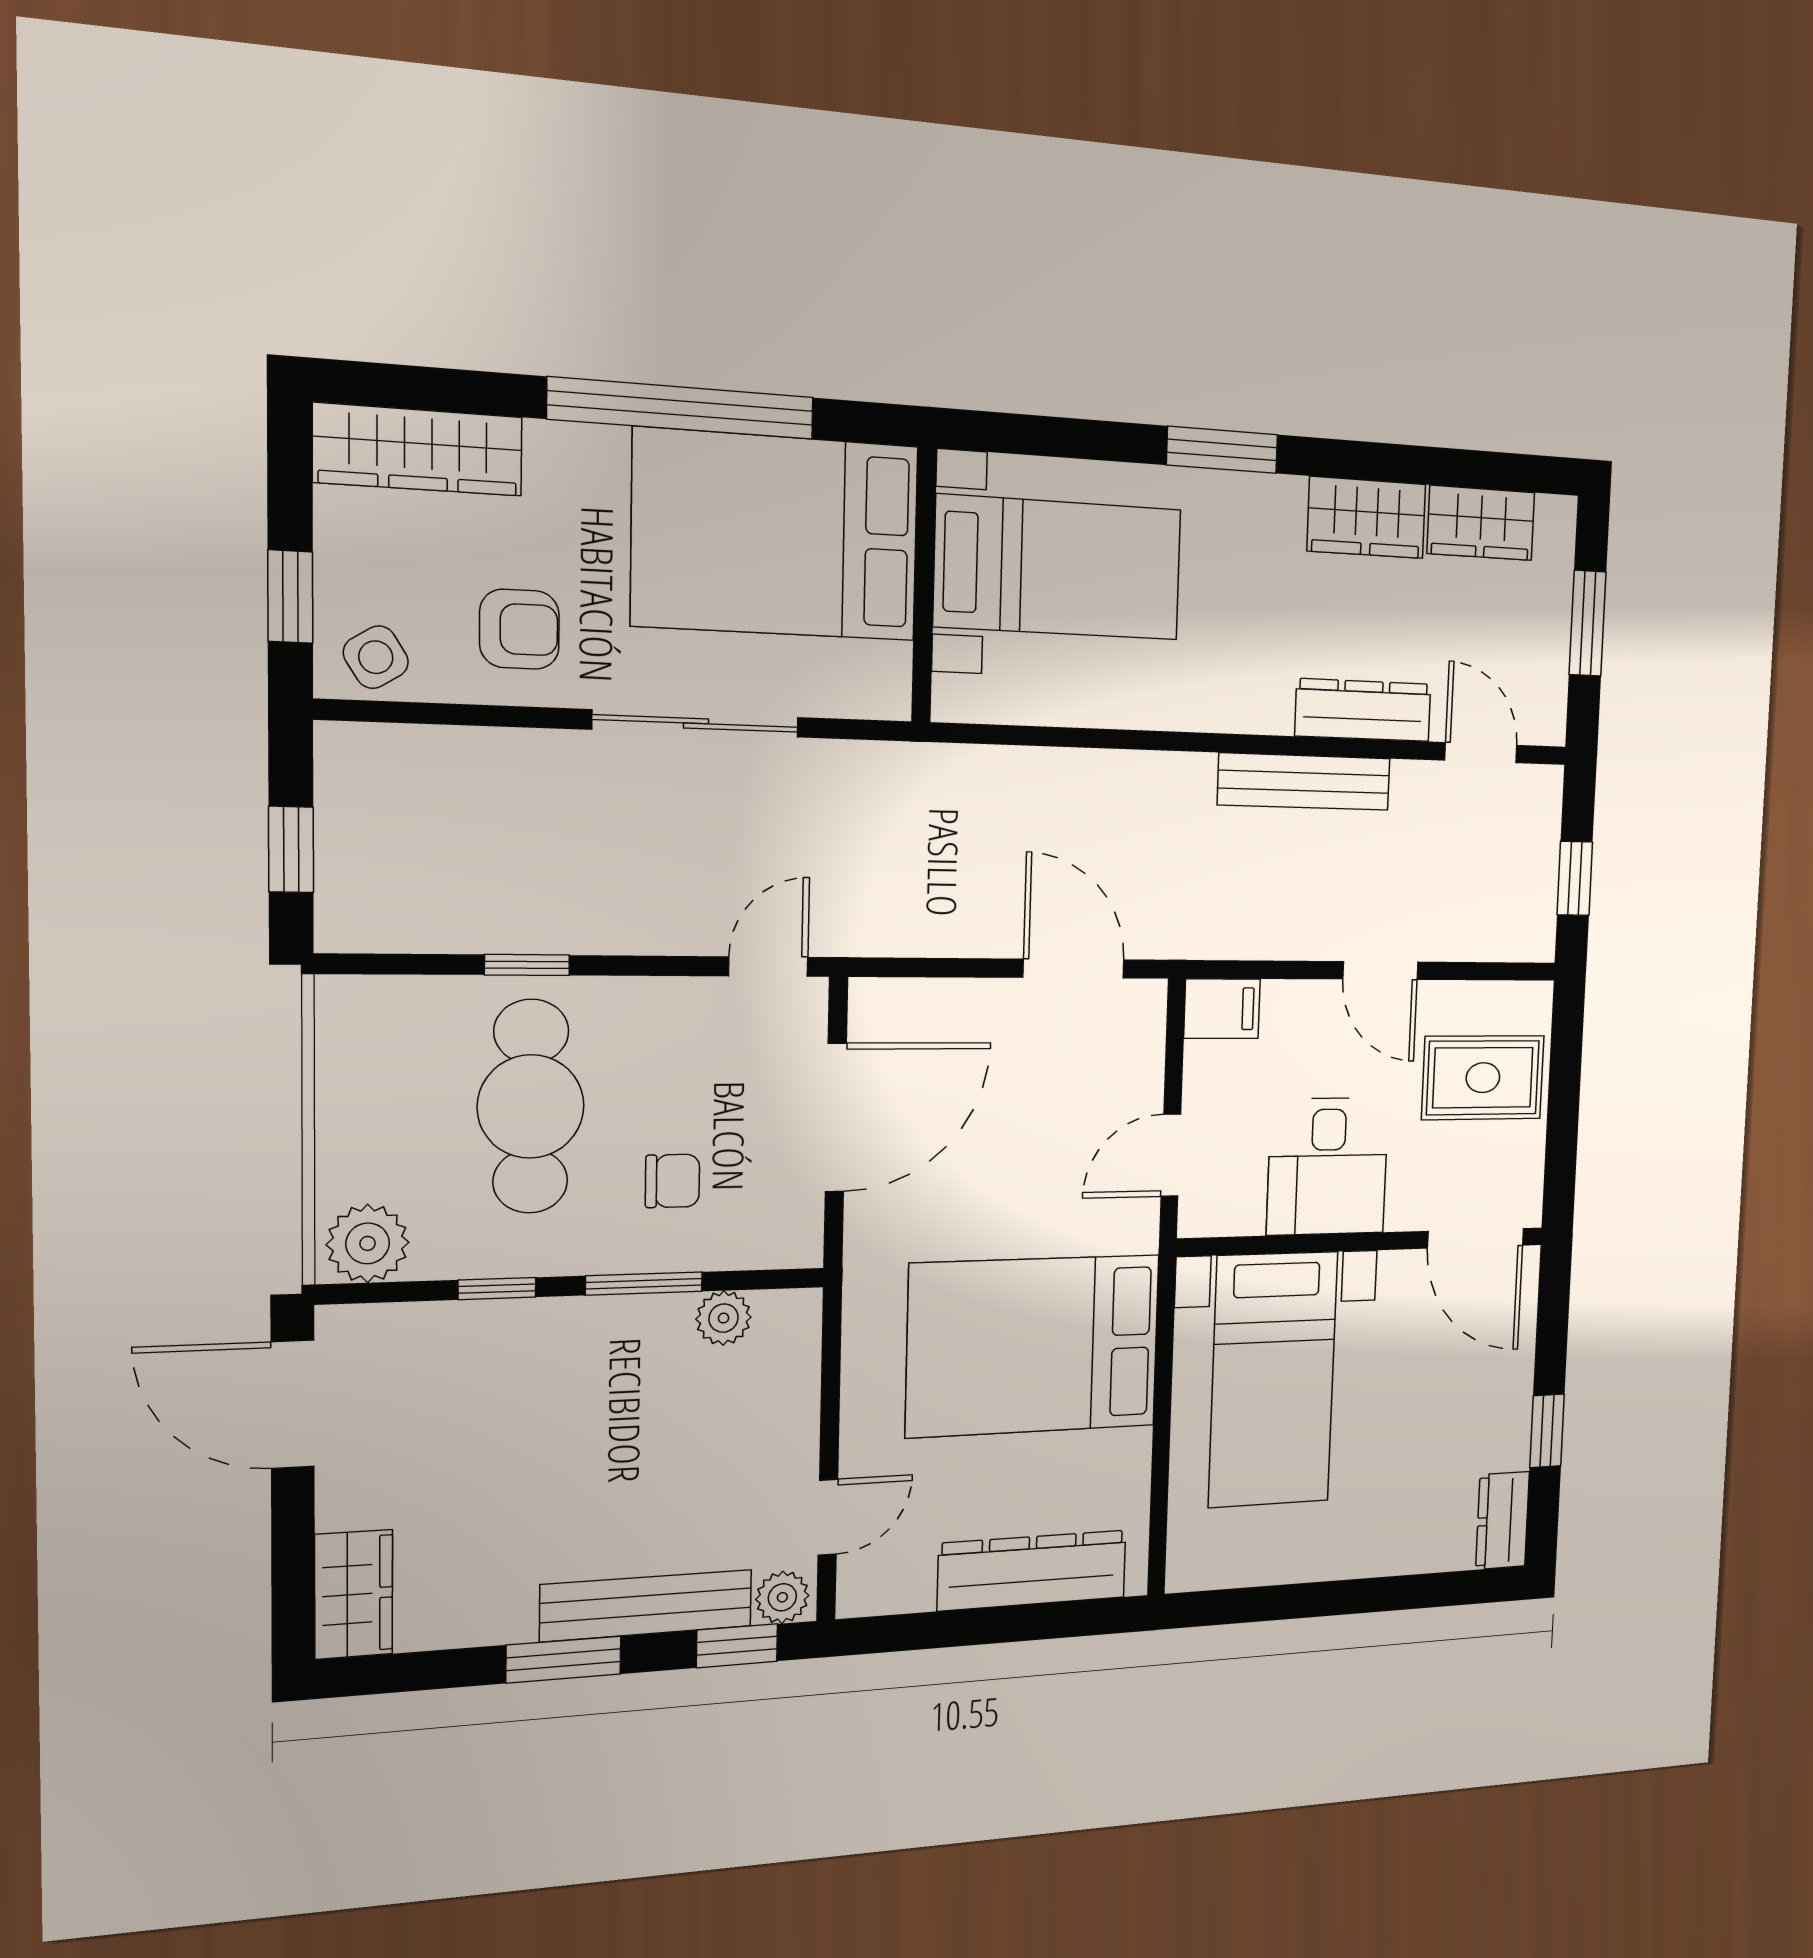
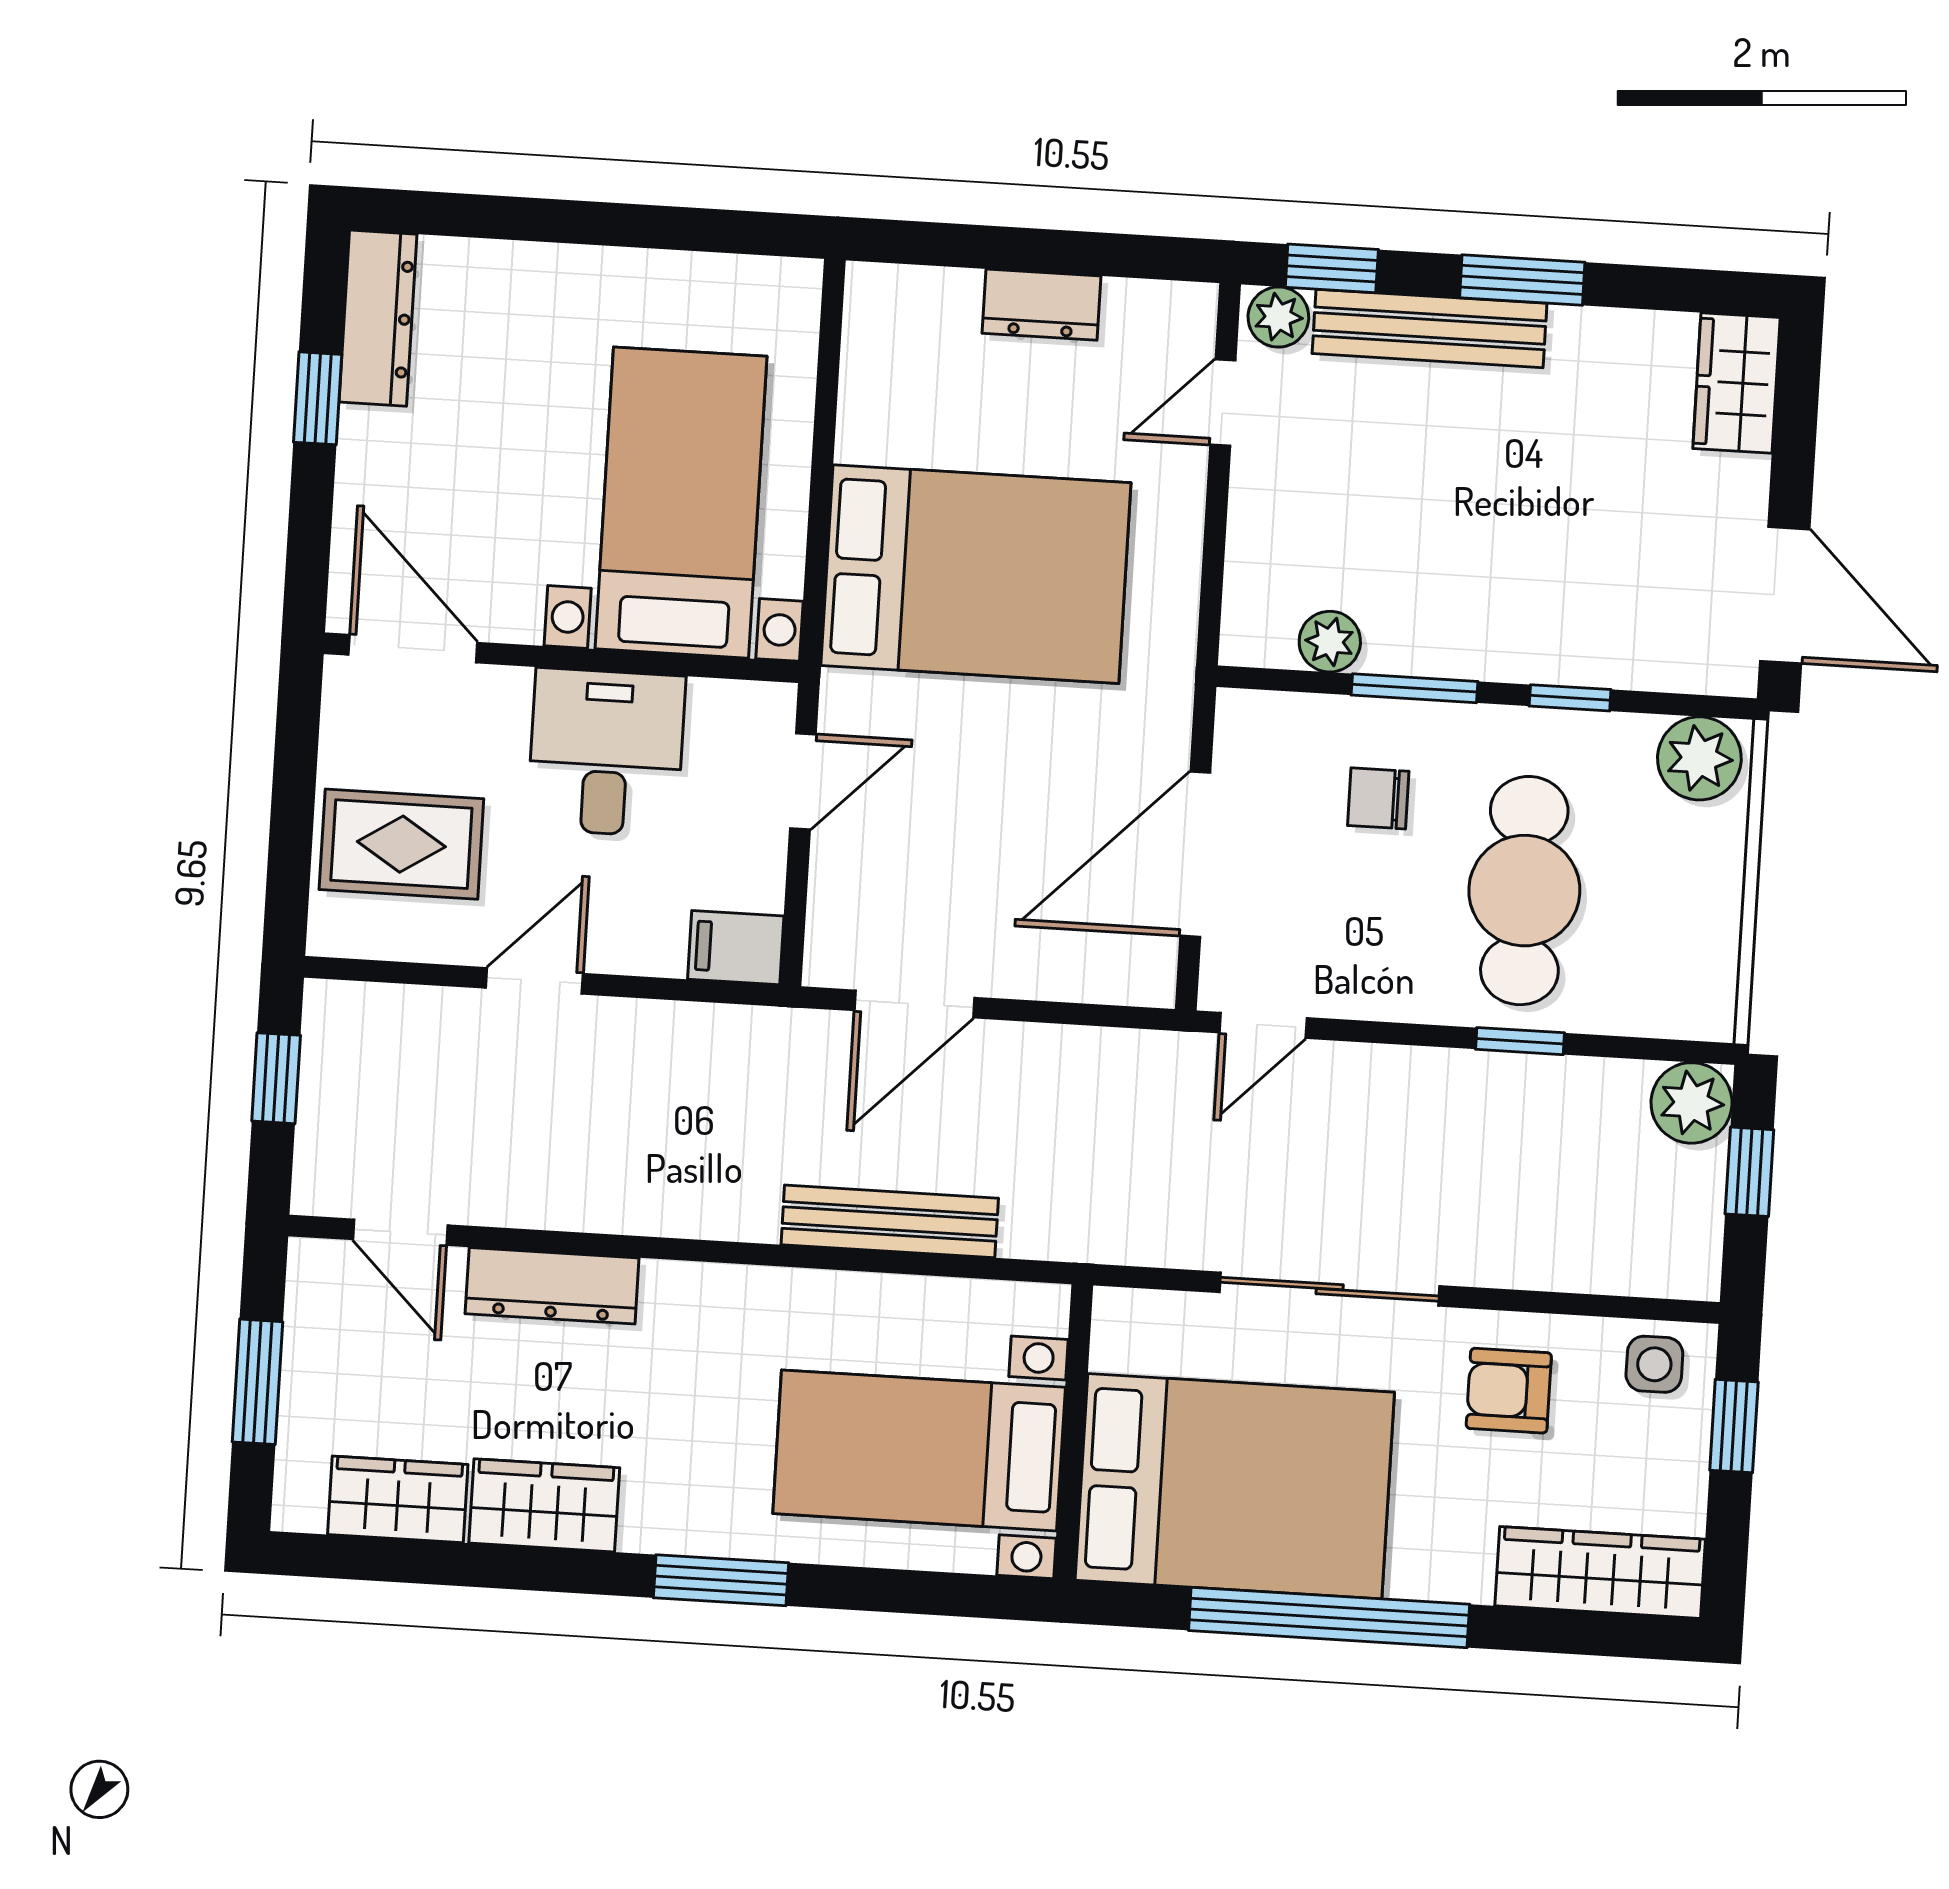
side table: (376, 657) -> (1654, 1364), turned 32
bench: (1304, 782) -> (890, 1221), moved
plant: (354, 914) -> (1692, 1103), added
door: (1074, 969) -> (914, 1004), hinge flipped
door: (1380, 971) -> (534, 981), hinge flipped
dresser: (1503, 1521) -> (378, 318), width x1.44
dresser: (1032, 1570) -> (1041, 305), width x0.51, depth x0.80

